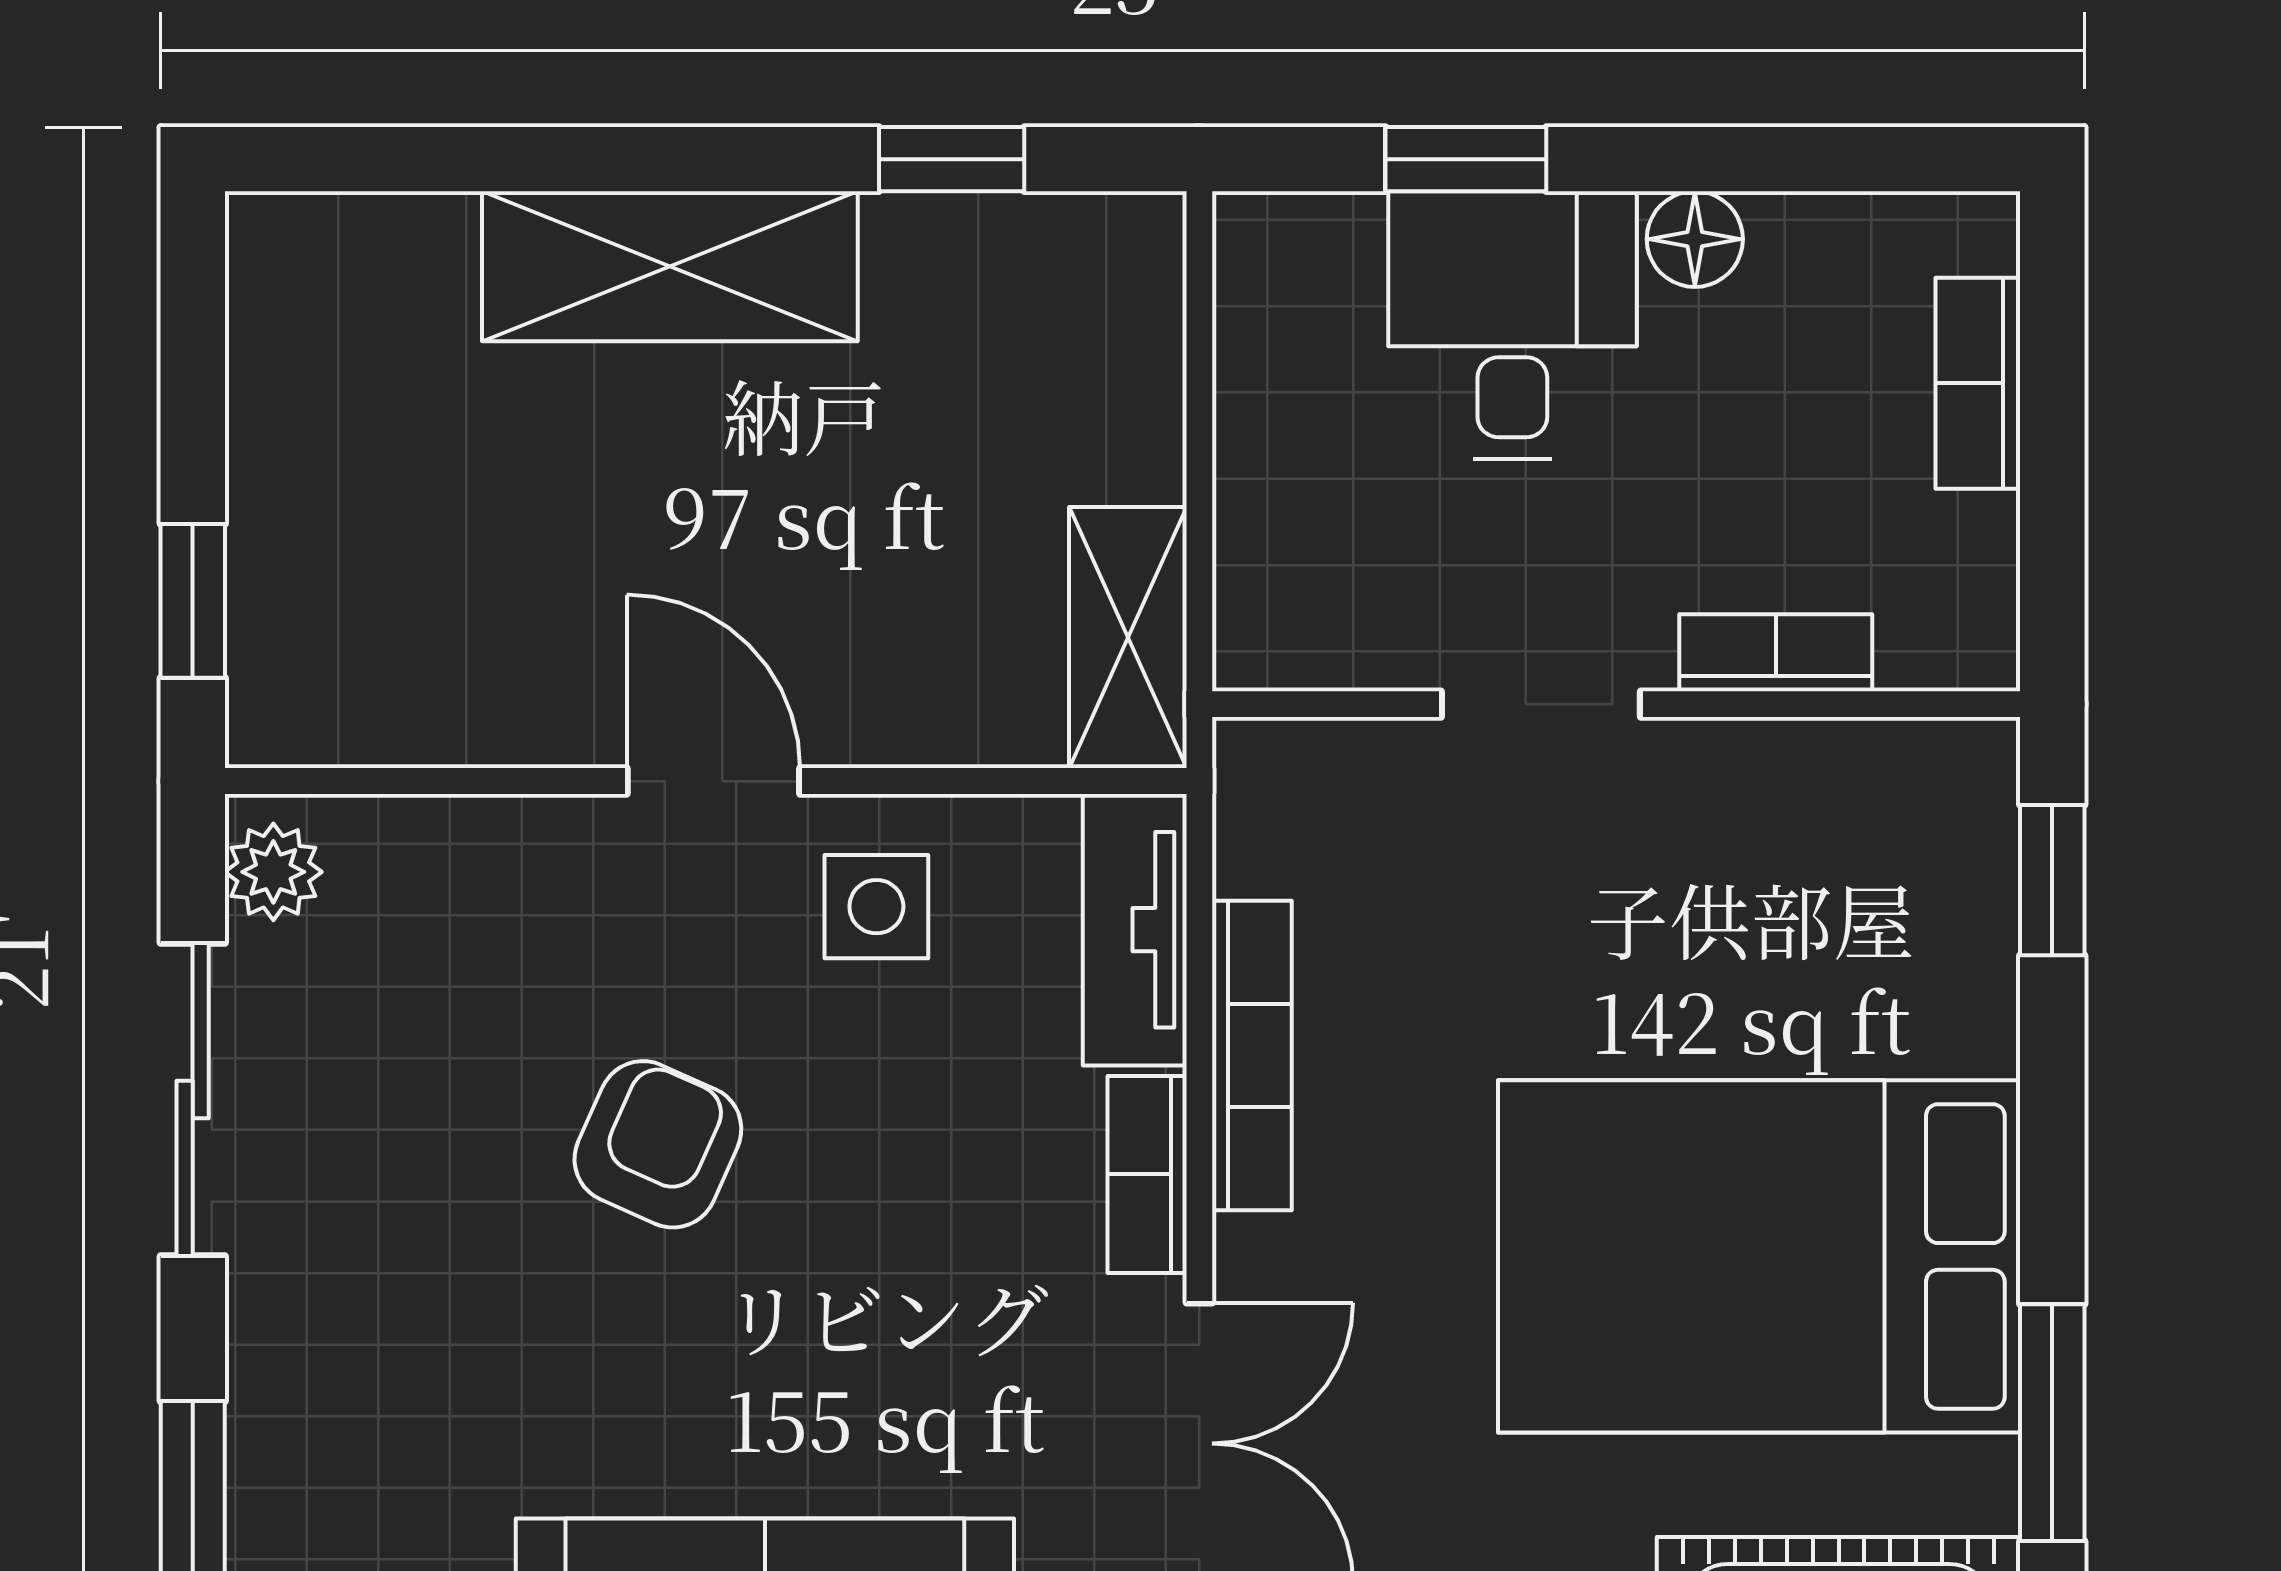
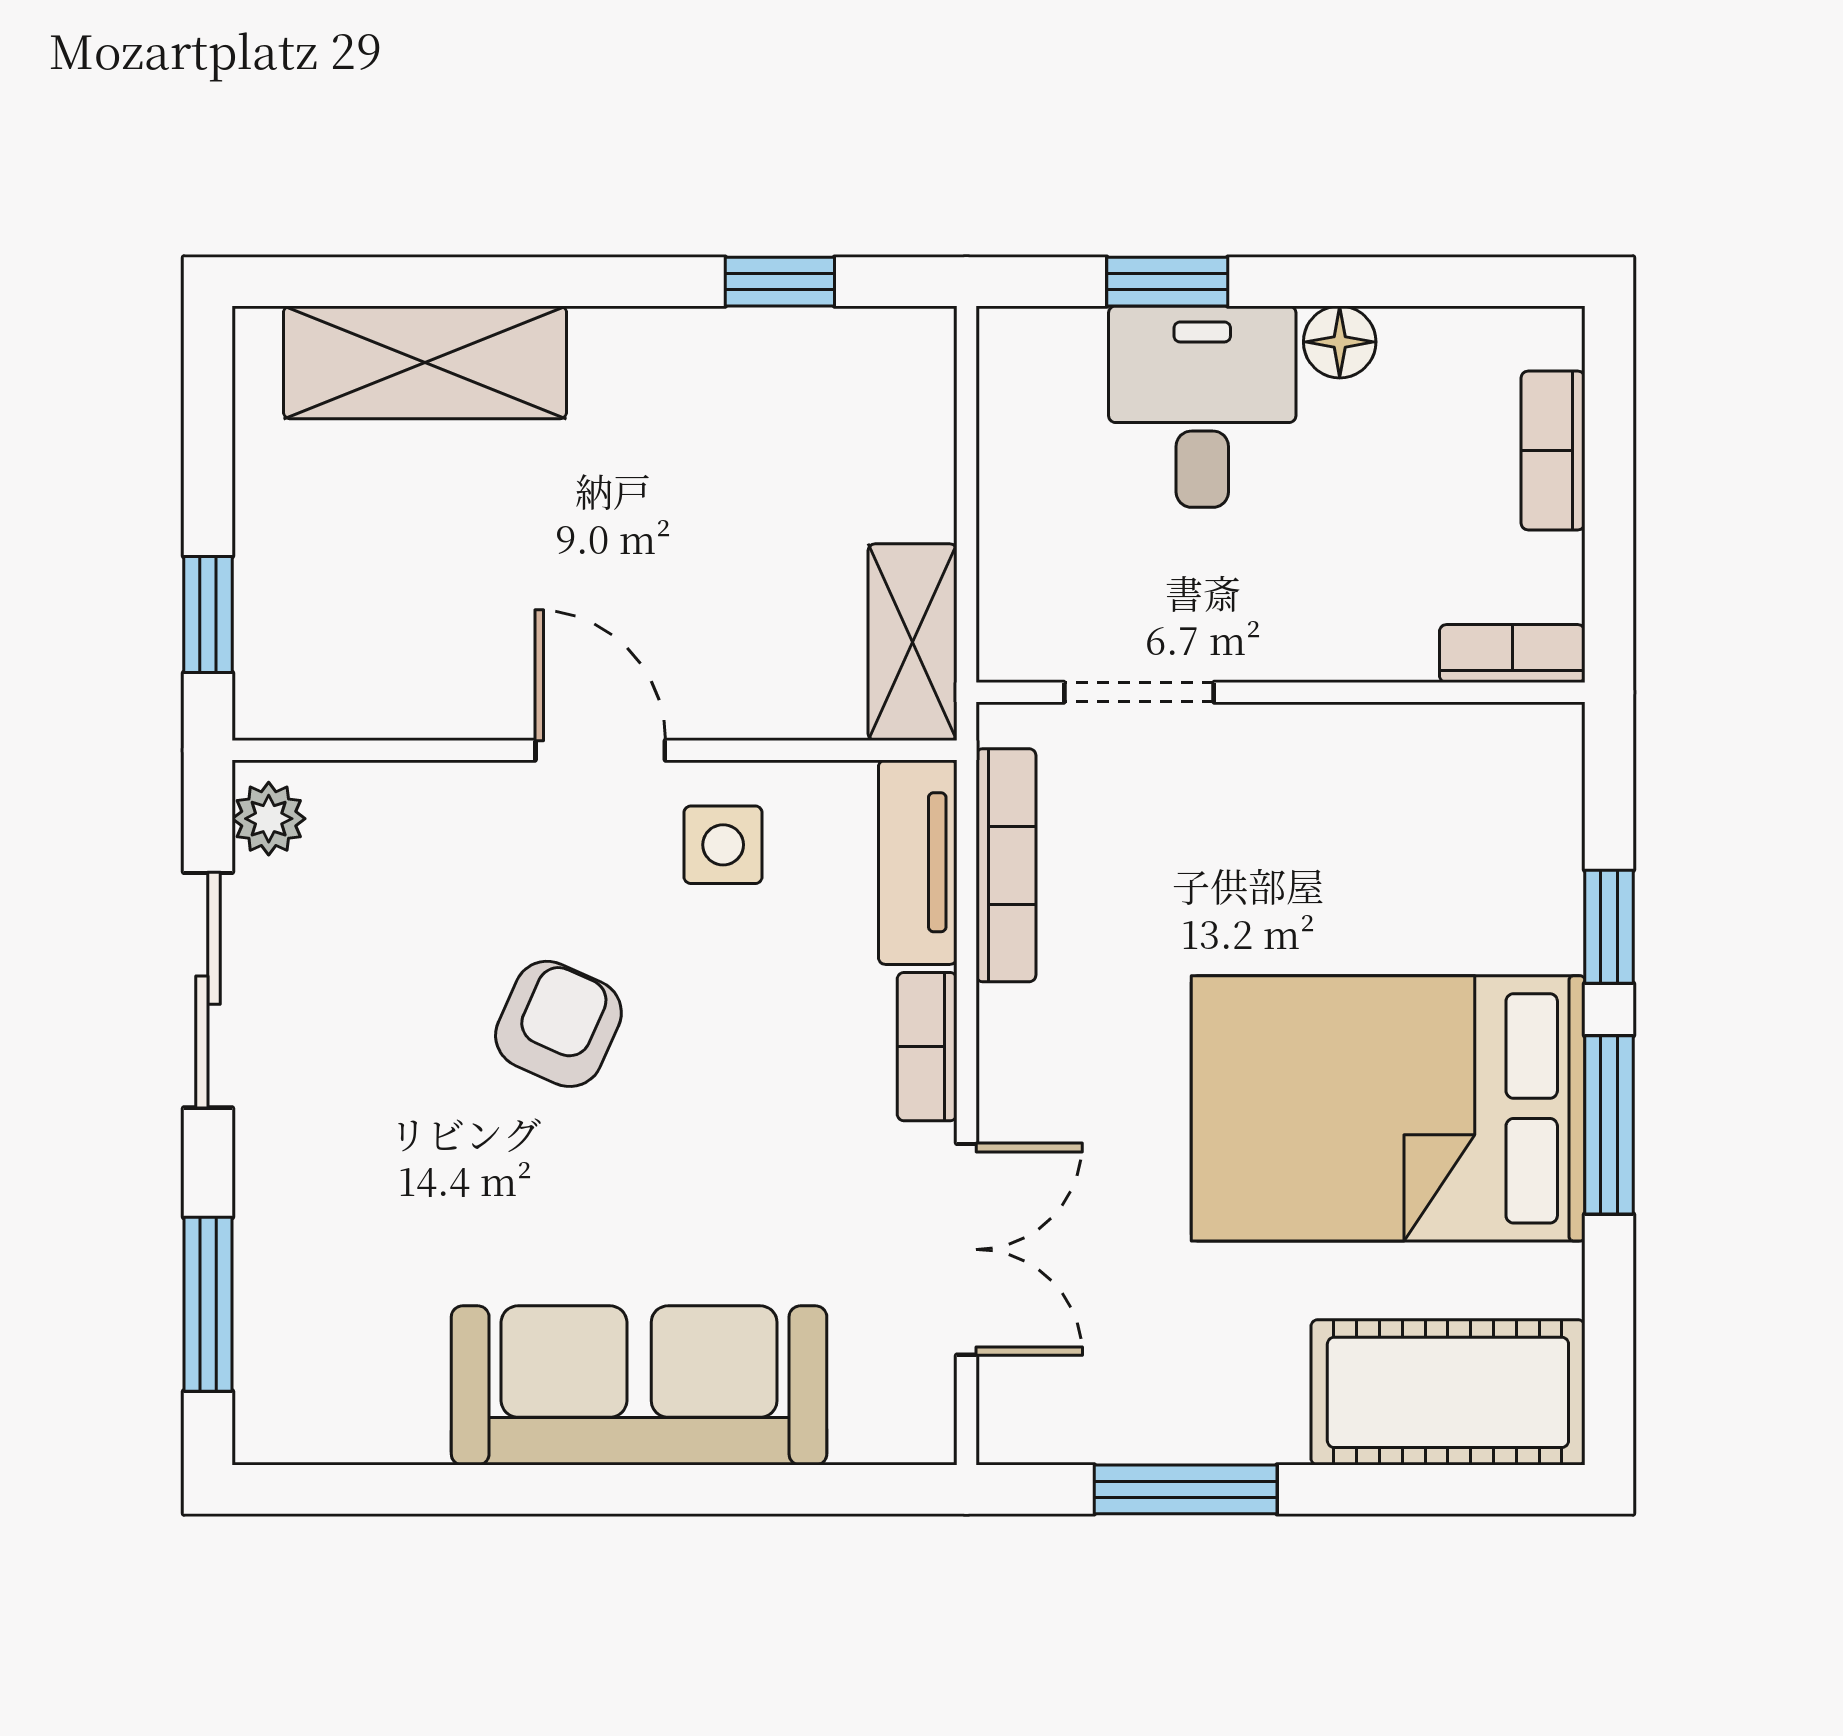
shelving: (670, 266) -> (425, 362), moved
bookcase: (1776, 653) -> (1512, 654), moved
doorway: (1541, 704) -> (1139, 692), moved
window: (2052, 880) -> (1609, 927), moved
bookcase: (1252, 1056) -> (1006, 865), moved
window: (2052, 1423) -> (1609, 1125), moved

